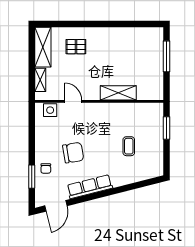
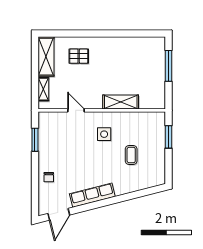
side table: (50, 110) -> (104, 134), moved
chair: (73, 153) -> (76, 161), removed
window: (32, 177) -> (35, 140), moved

